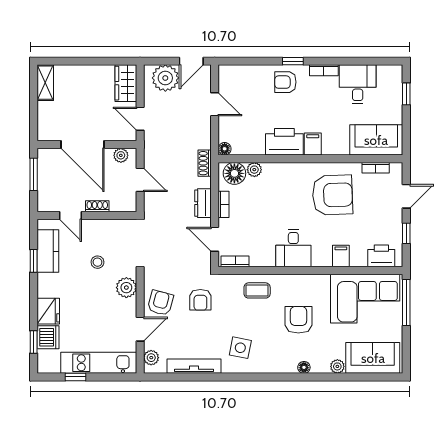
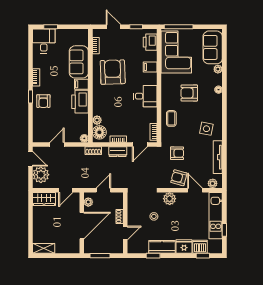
desk: (358, 84) -> (44, 41), moved, turned 90
sofa: (376, 140) -> (79, 62), moved
kitchen counter: (48, 251) -> (162, 247), moved

